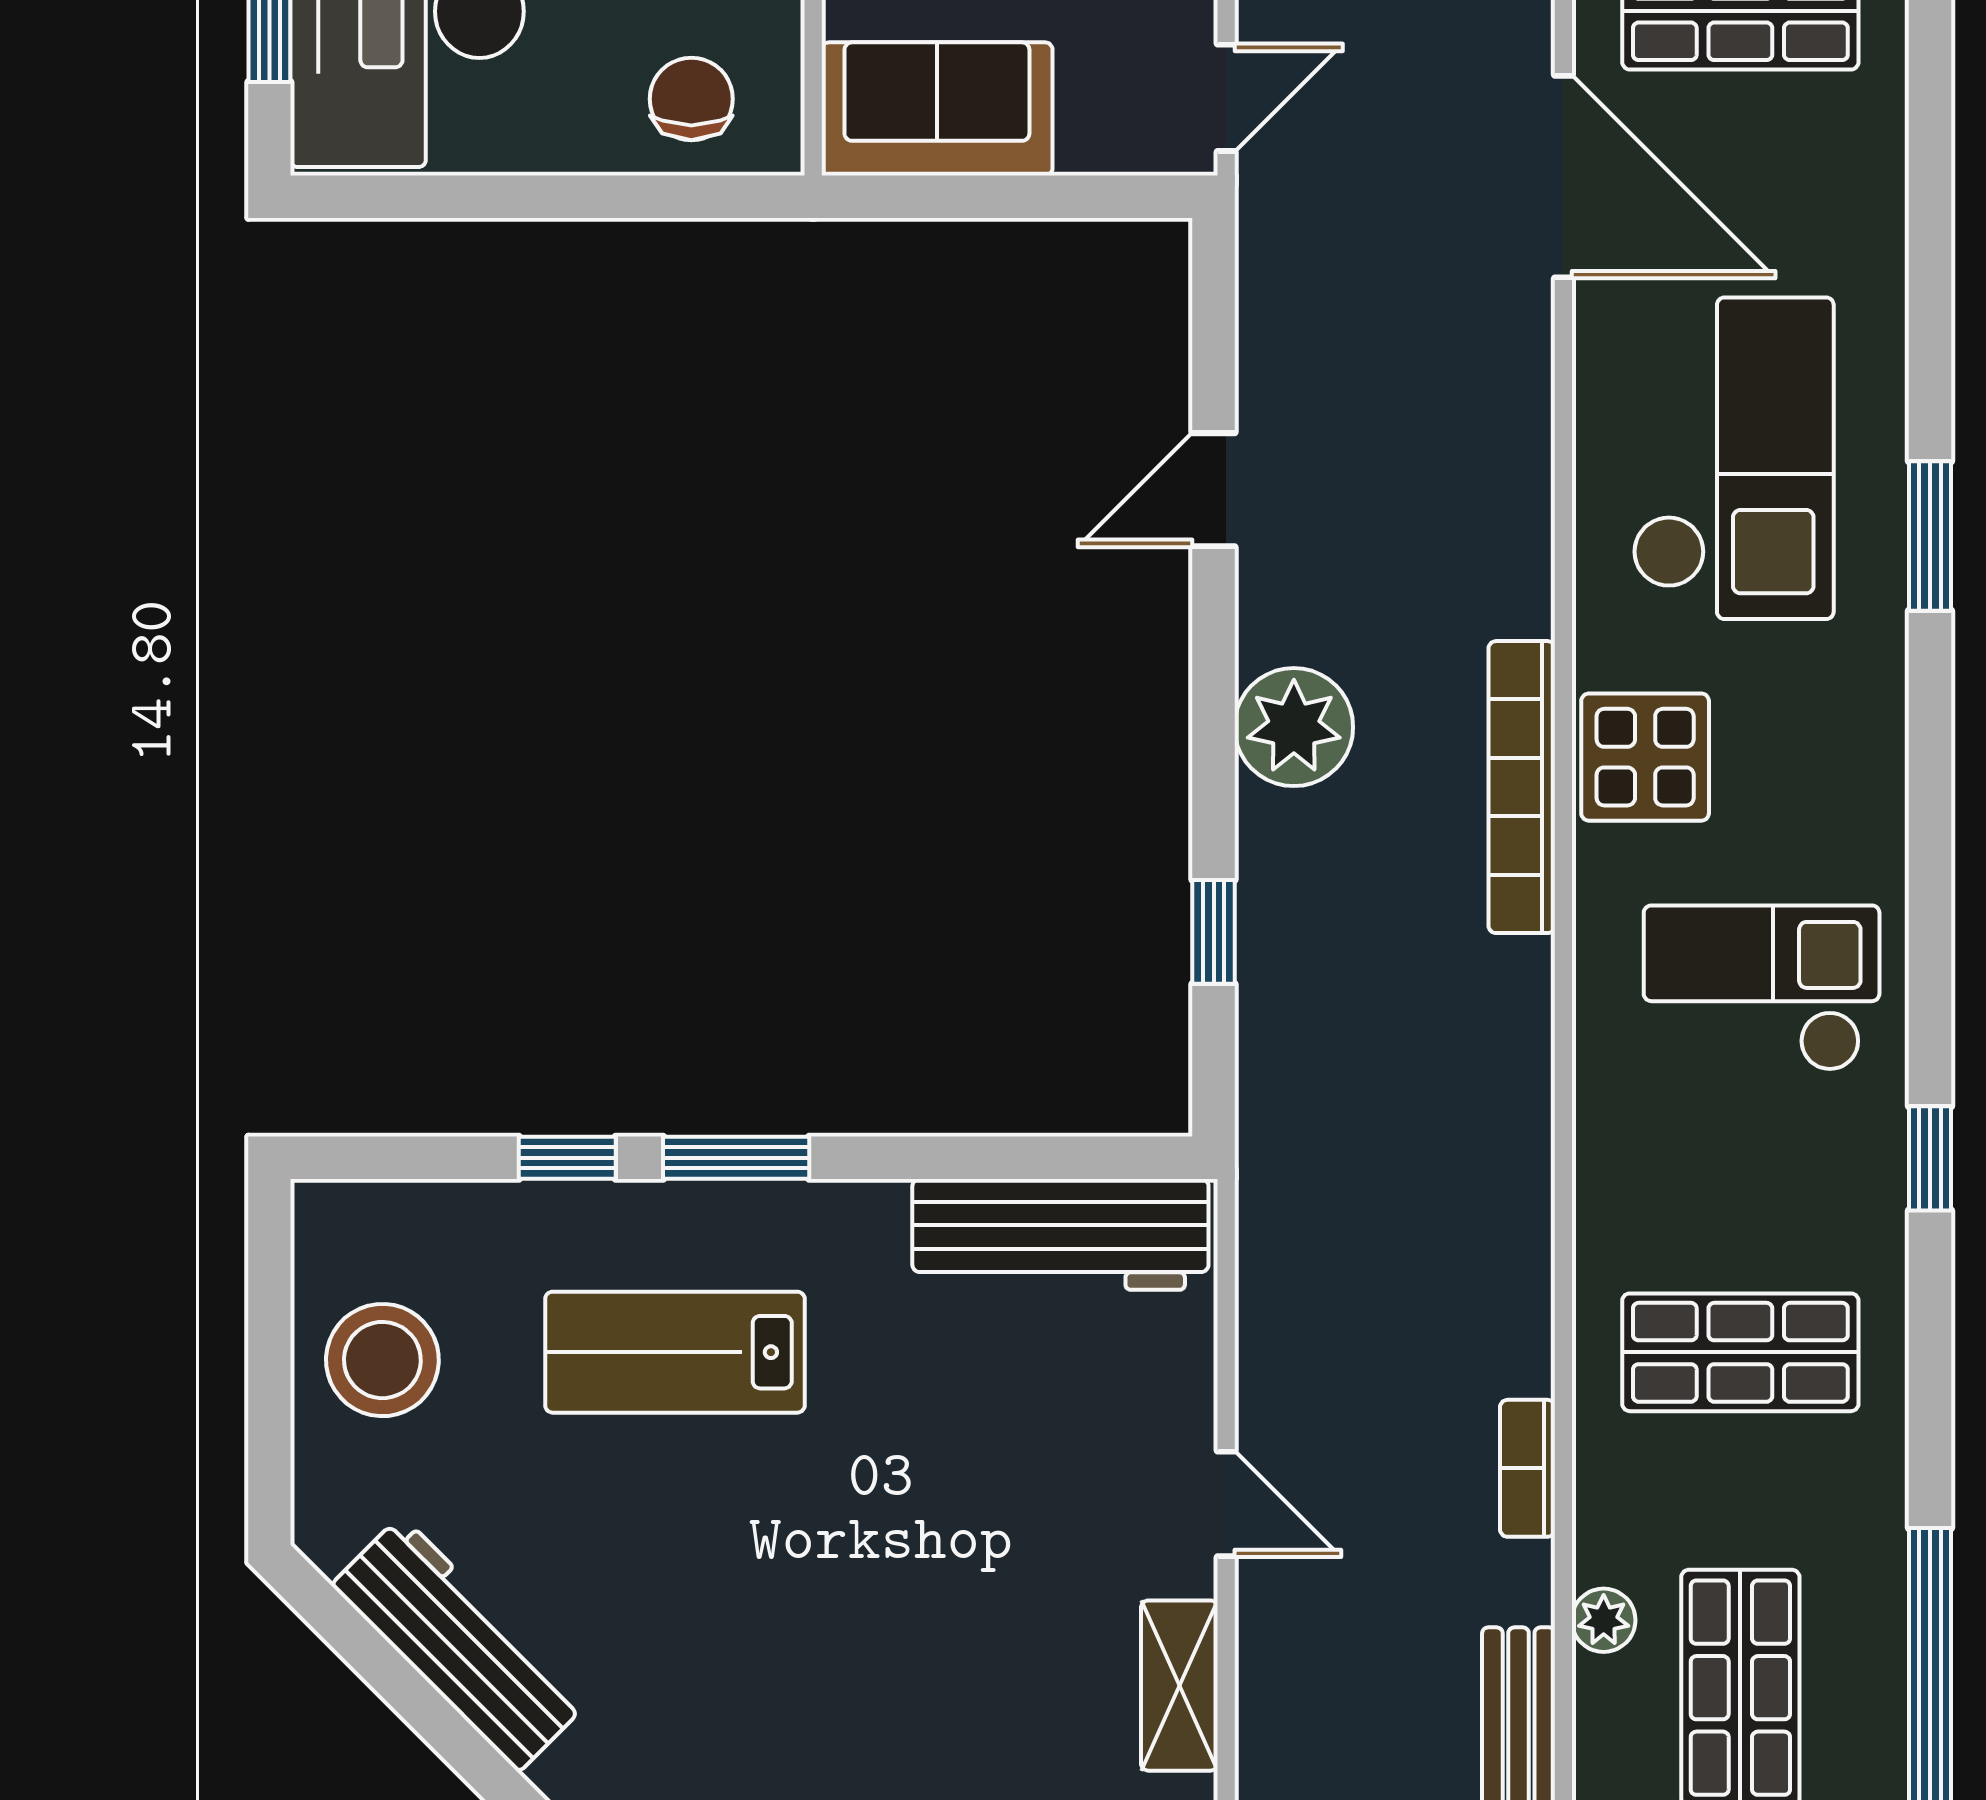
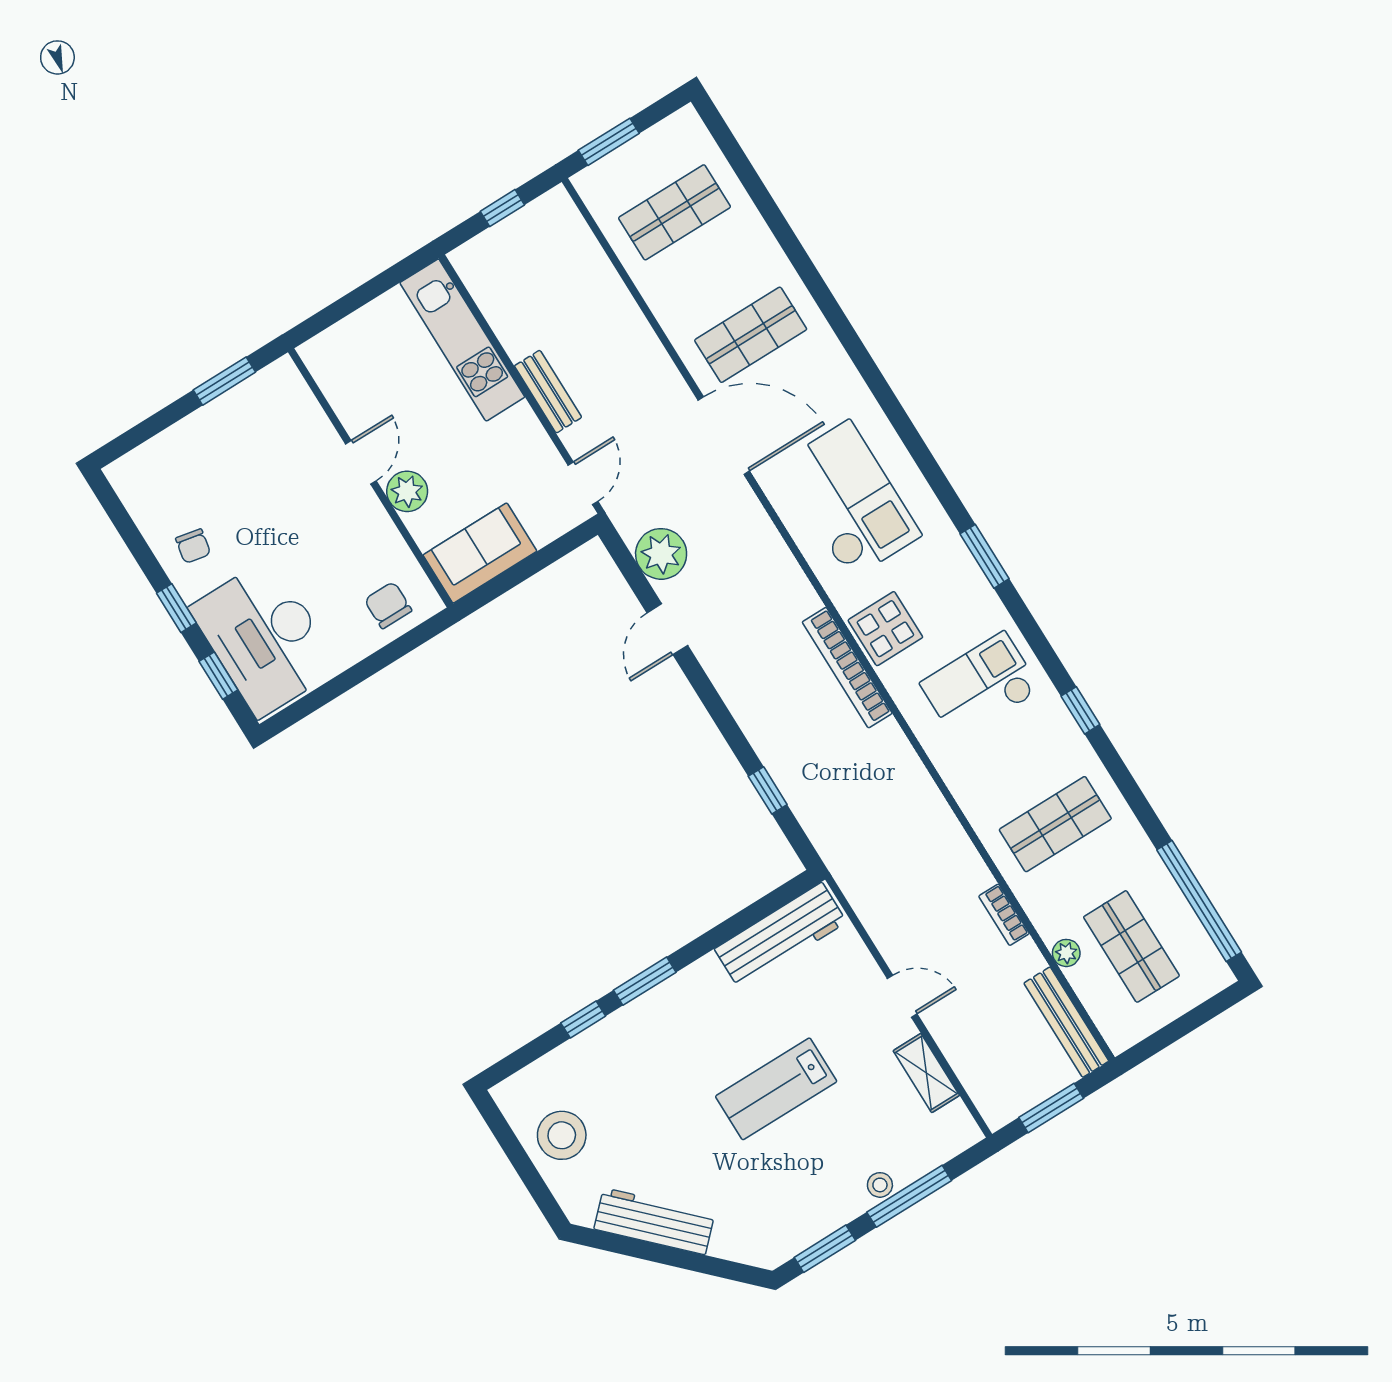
window: (1930, 536) -> (985, 556), moved
plant: (1294, 727) -> (661, 554), moved
lab bench: (675, 1352) -> (776, 1089), moved

